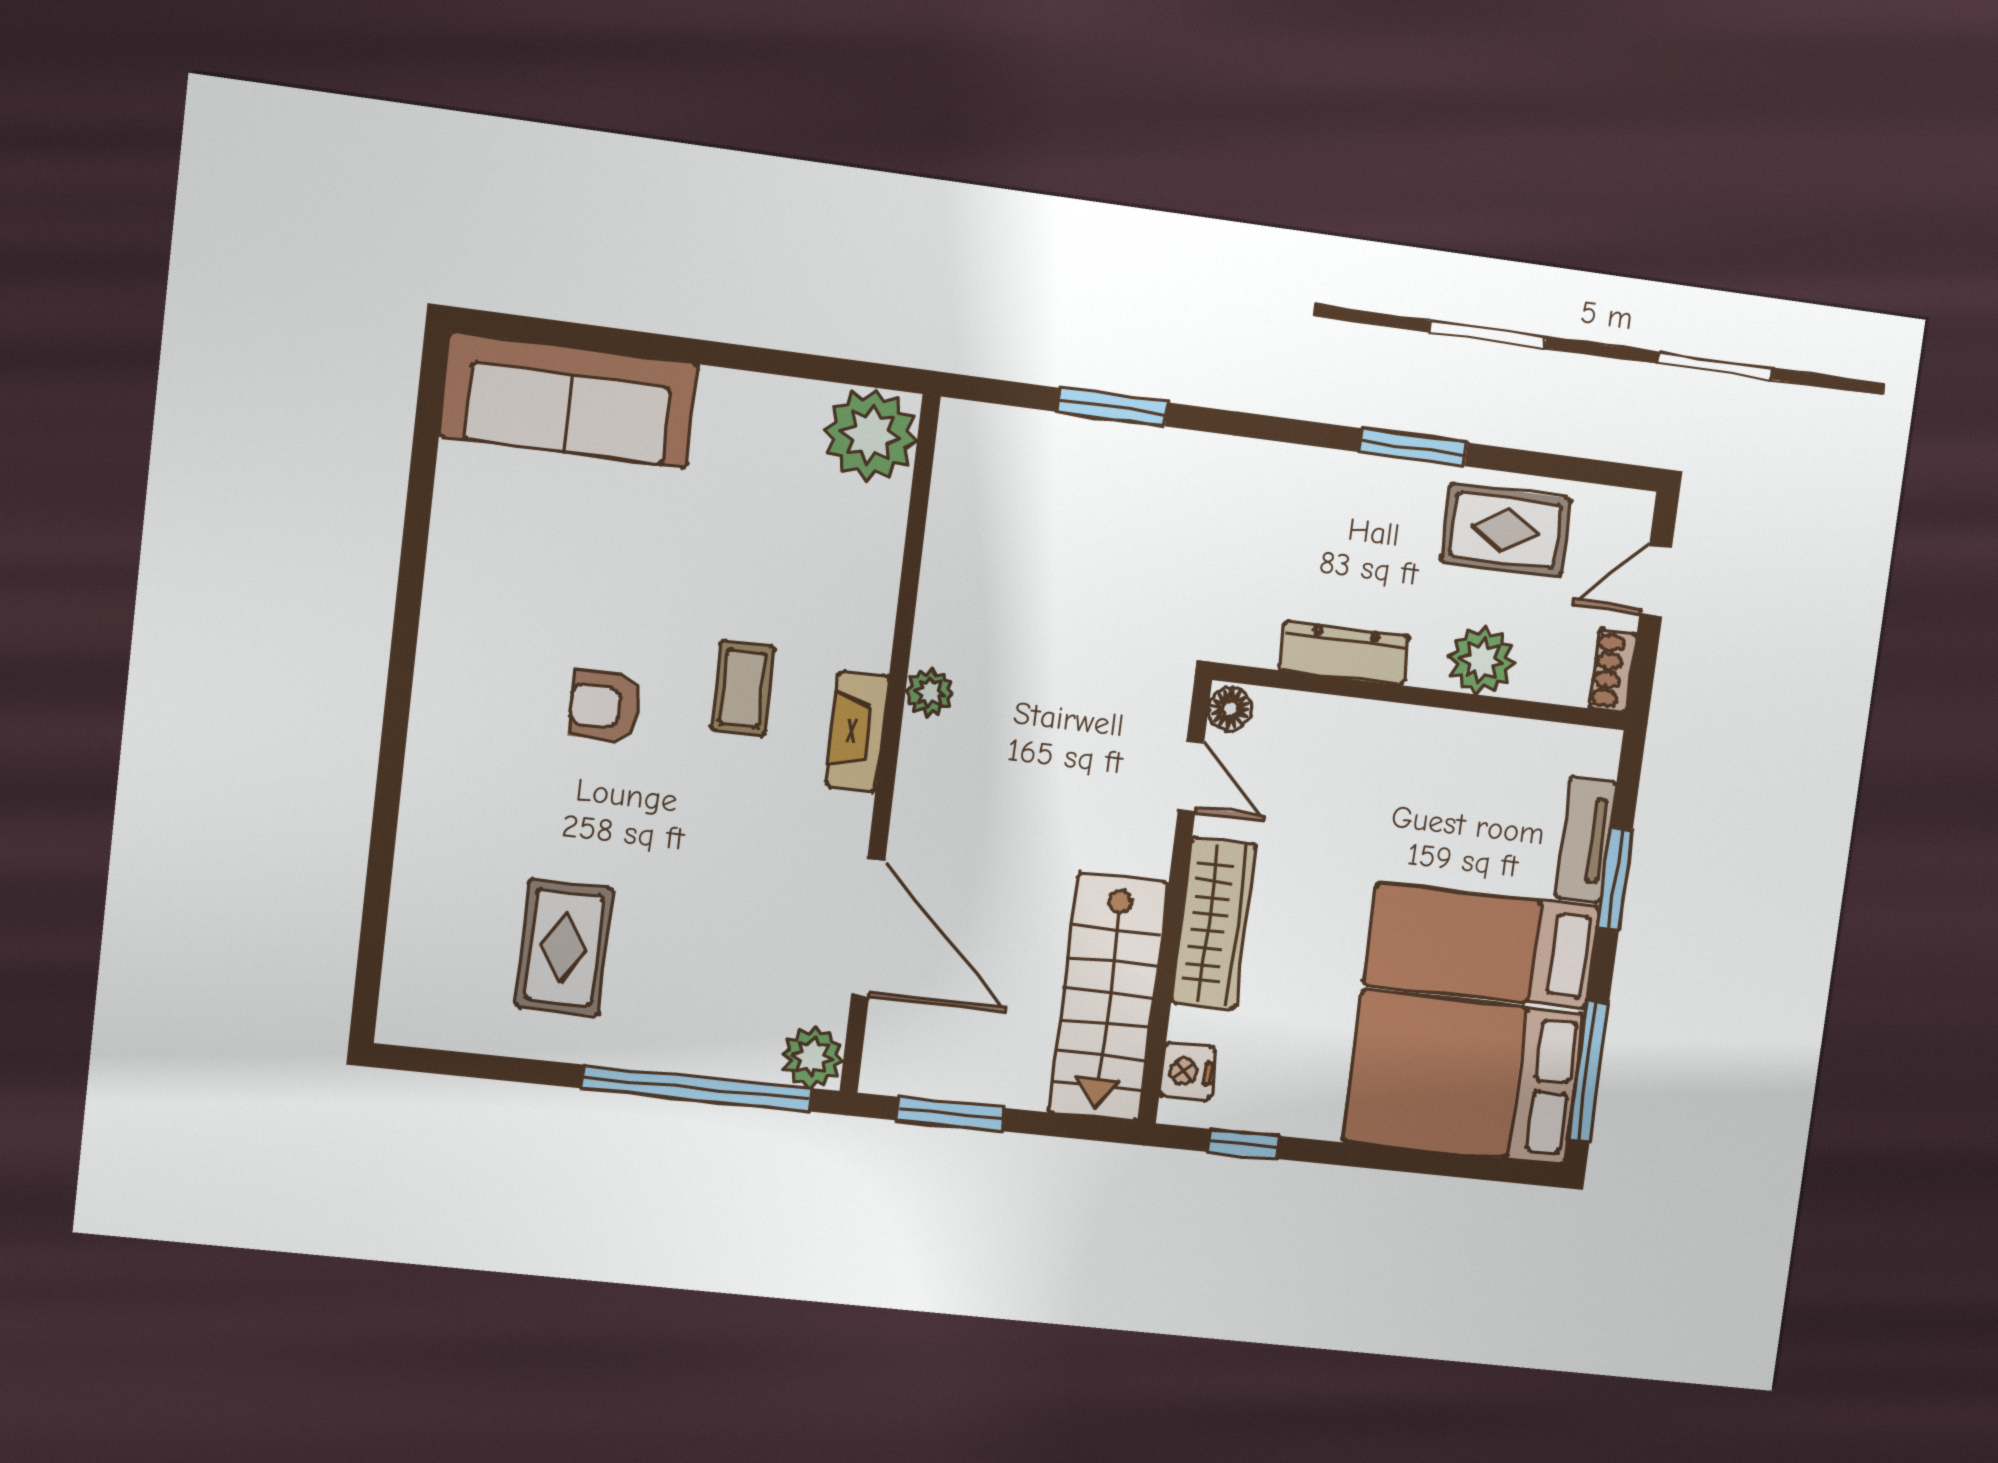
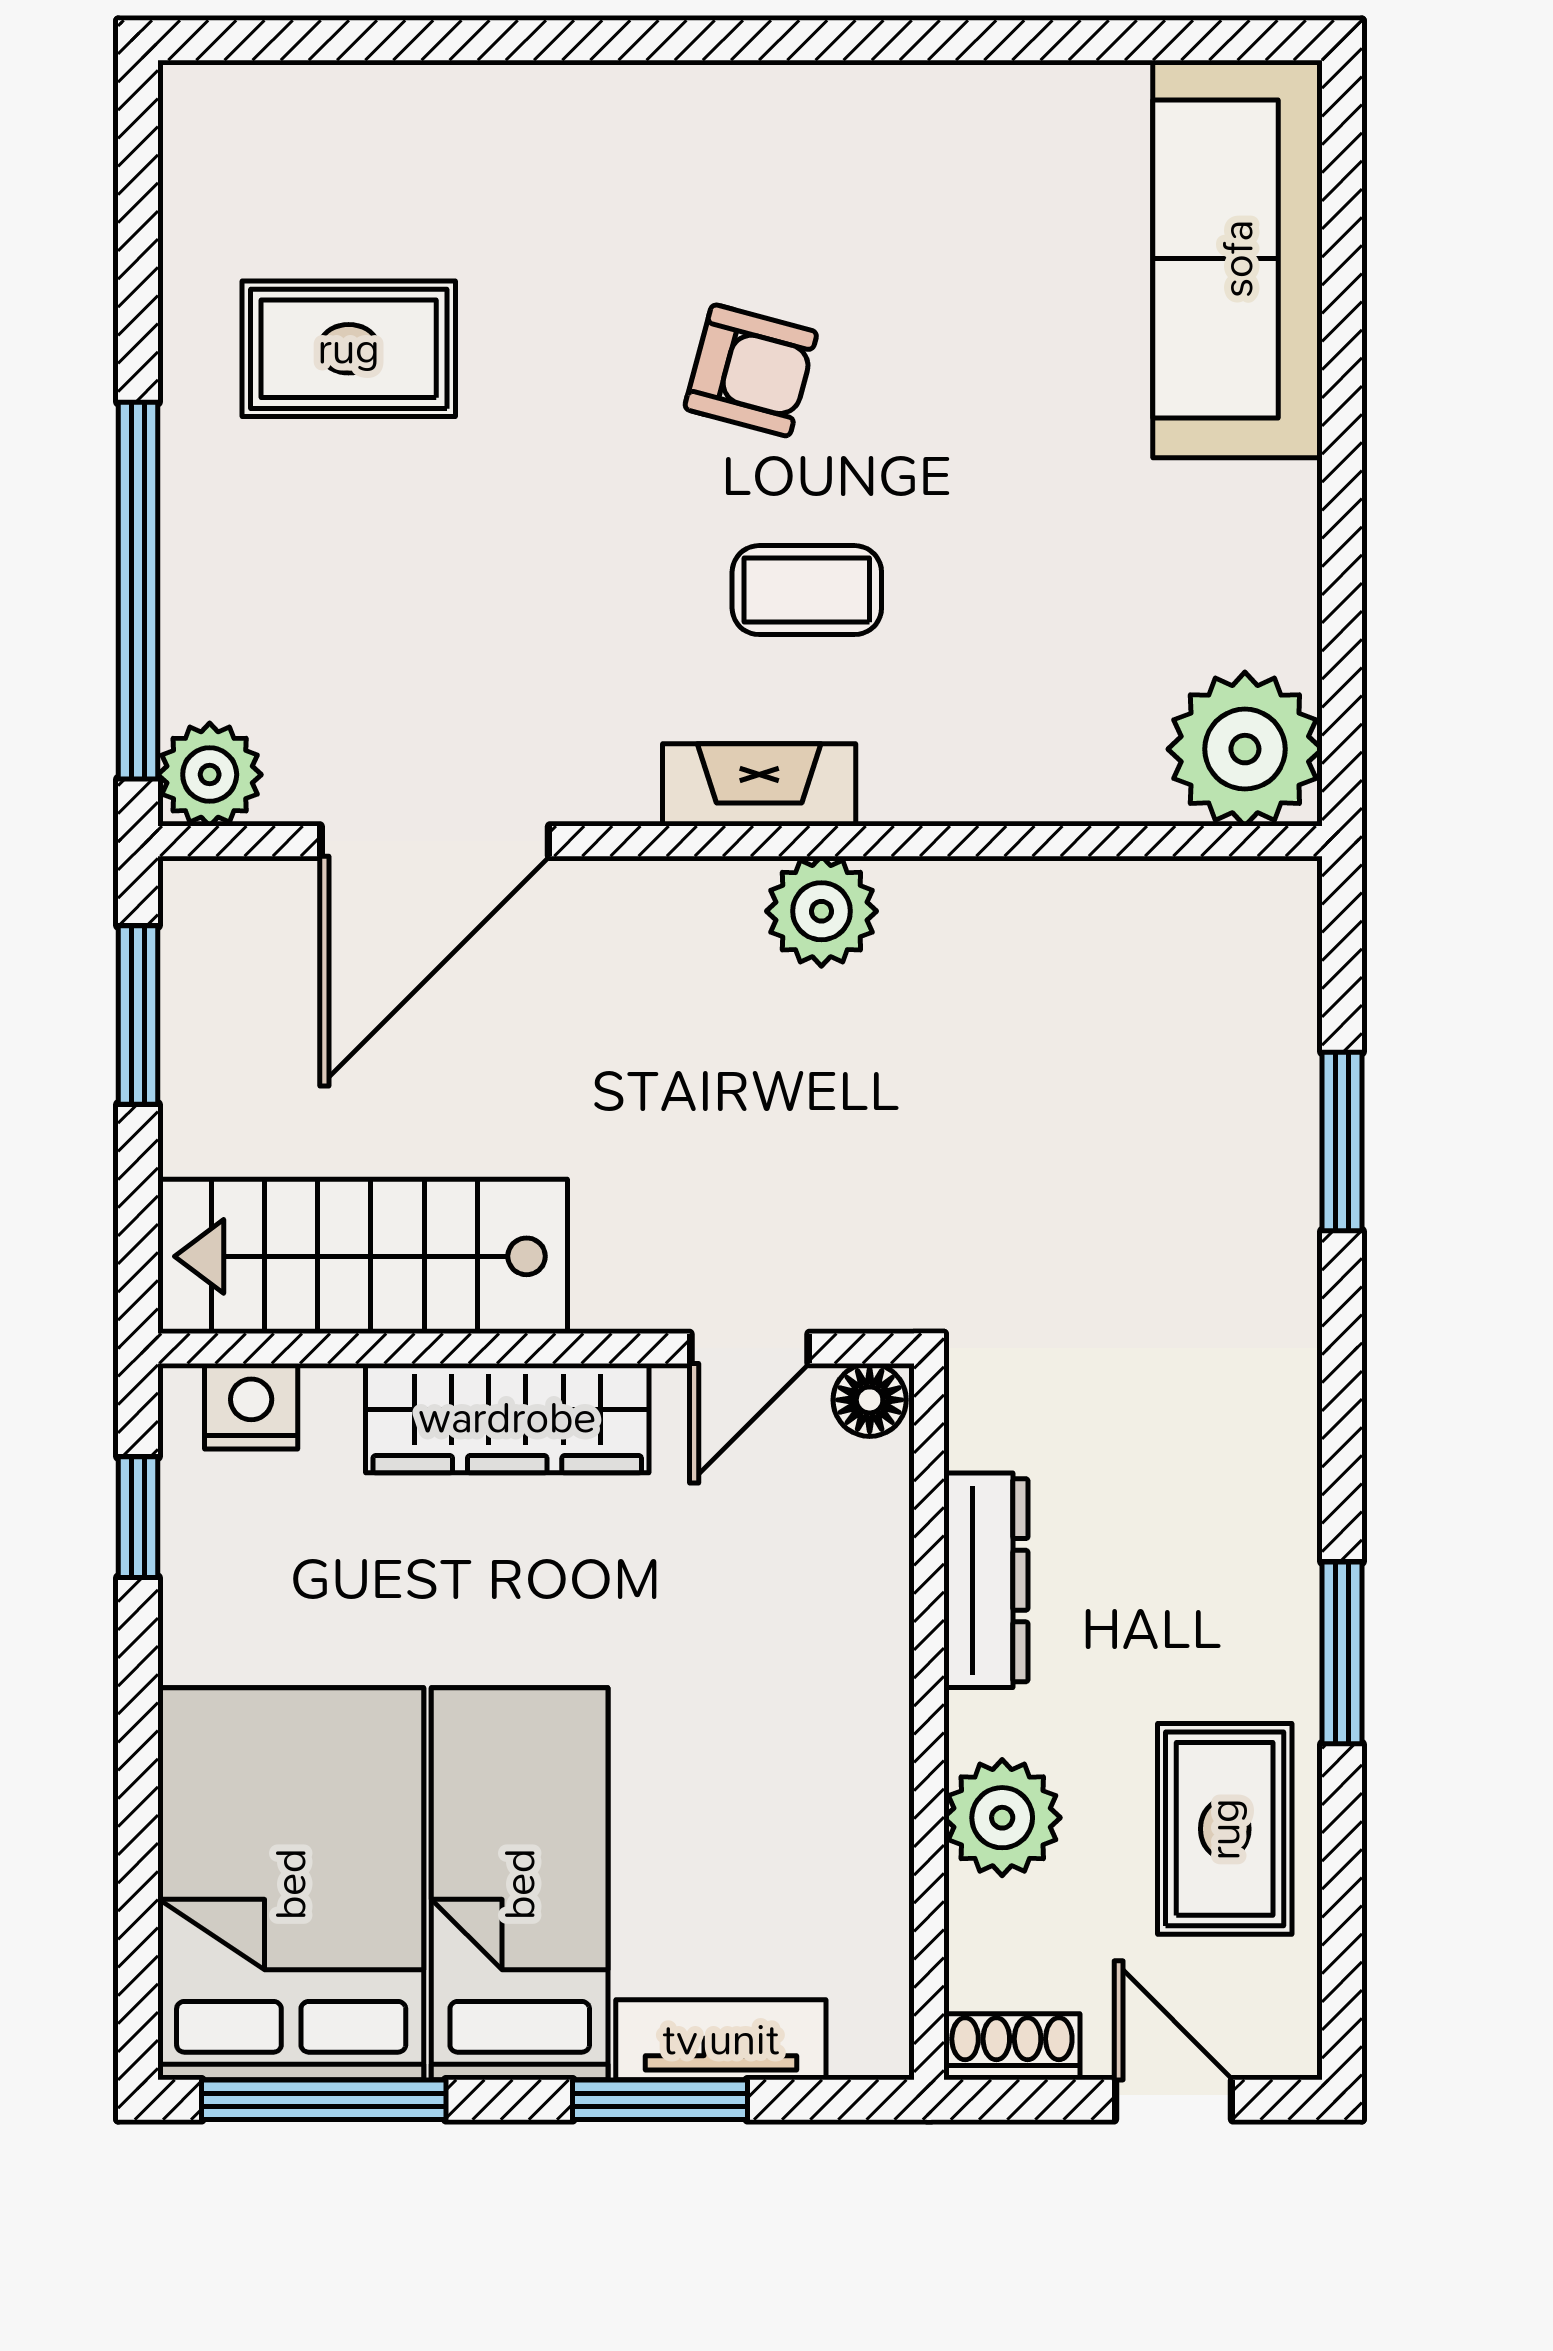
plant: (930, 693) -> (821, 911), width x1.38, depth x1.38
armchair: (605, 706) -> (751, 370), turned 105

